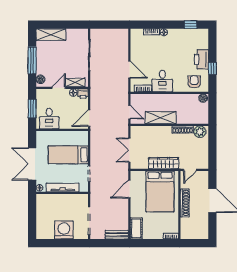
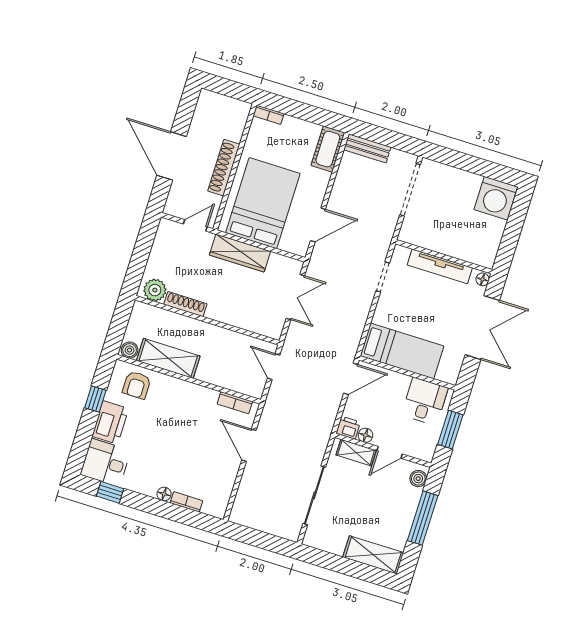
desk: (162, 81) -> (105, 463), moved, turned -90
shelving: (161, 118) -> (168, 358), moved
bed: (68, 155) -> (402, 351), moved
washing machine: (64, 230) -> (496, 198), moved

